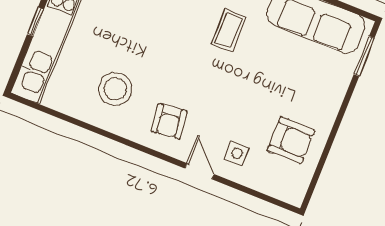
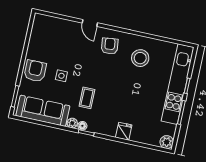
armchair: (291, 140) -> (35, 71), moved, turned 90
side table: (237, 153) -> (61, 76), moved

